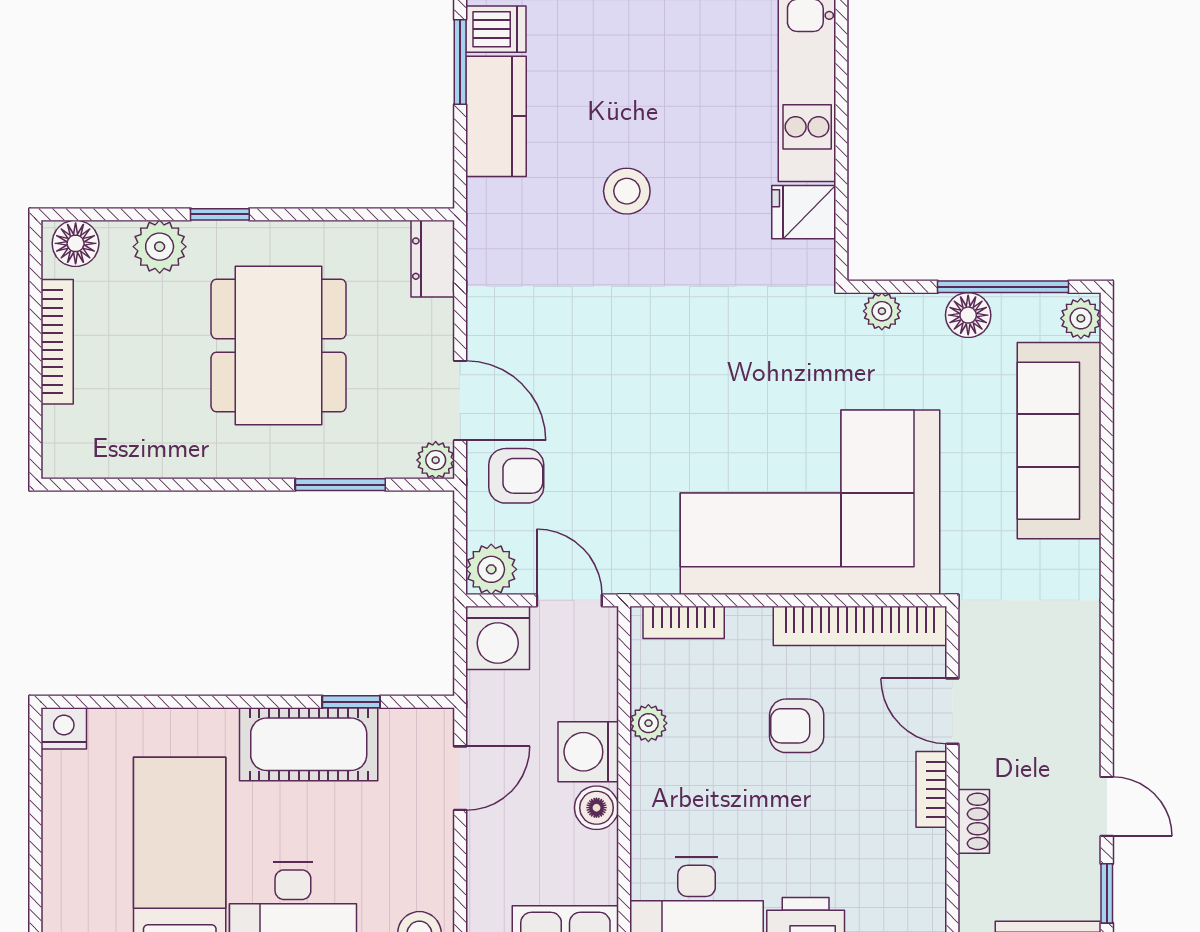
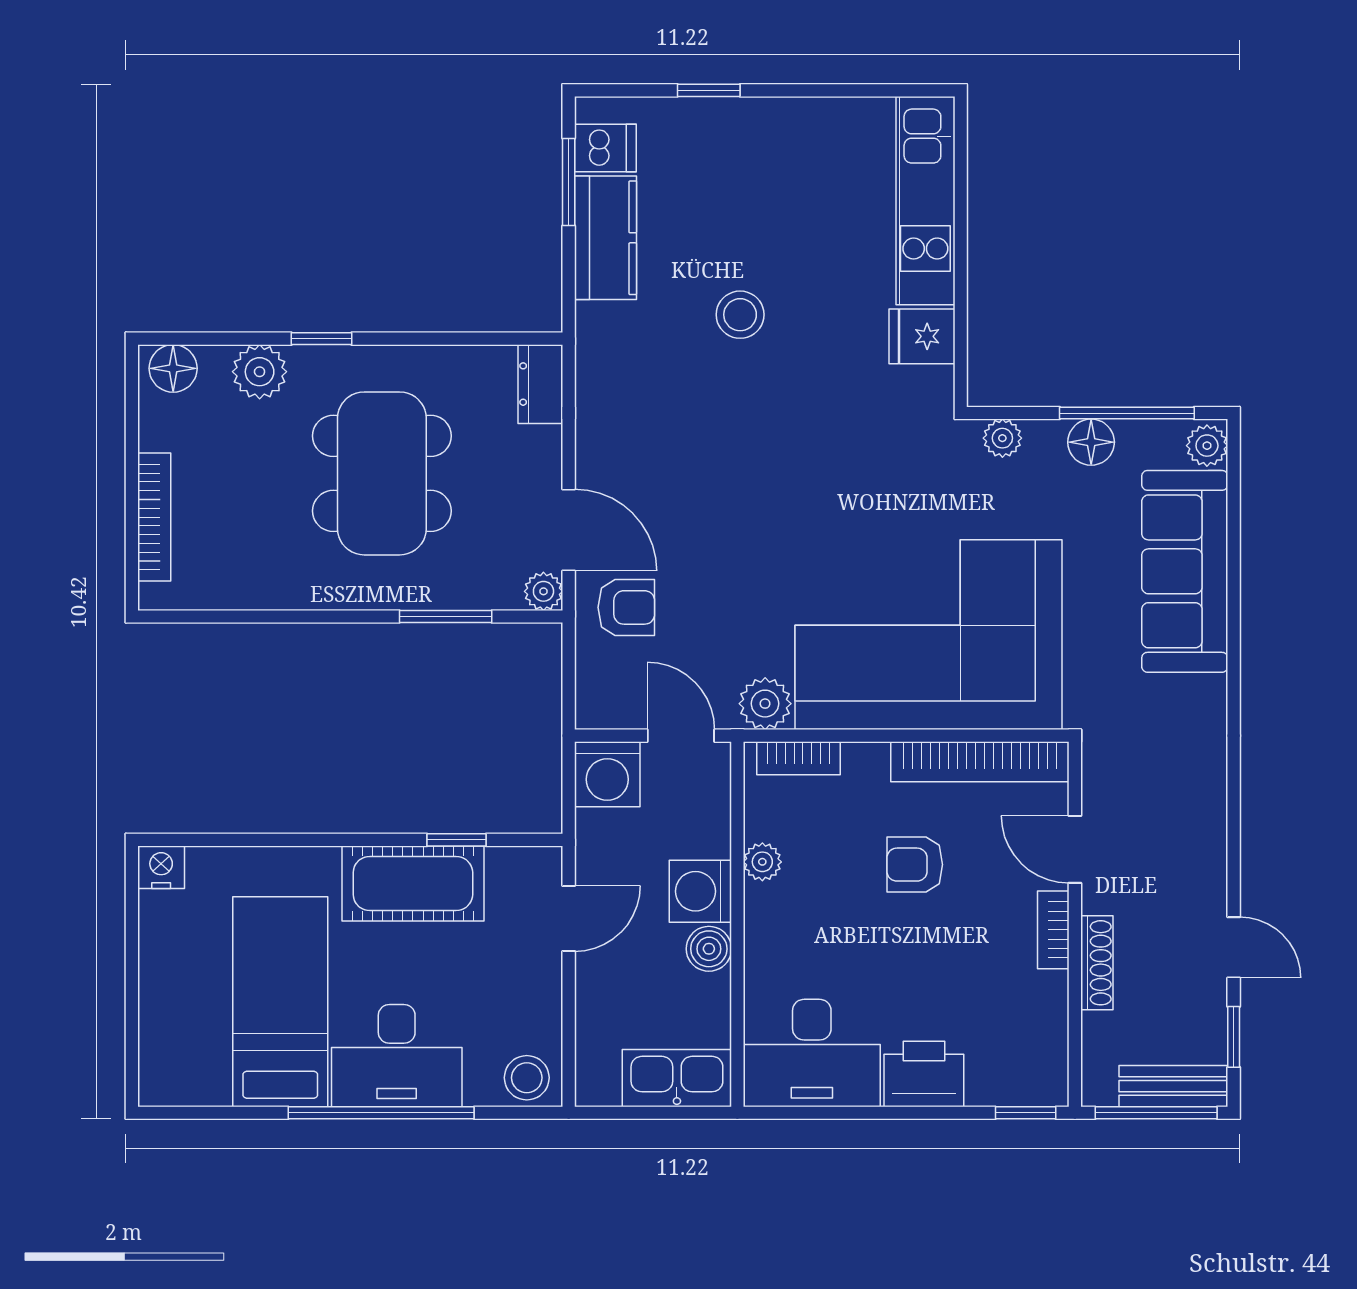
bookcase: (57, 342) -> (154, 517), moved
plant: (491, 569) -> (765, 704), moved
shoe rack: (974, 821) -> (1097, 963), width x1.43

